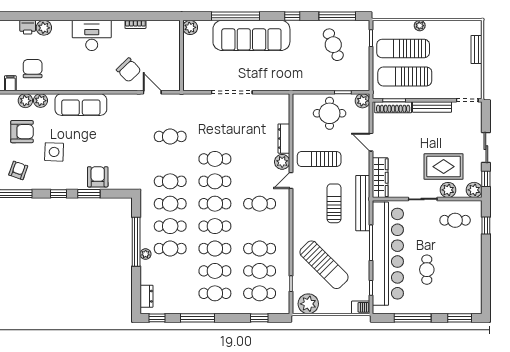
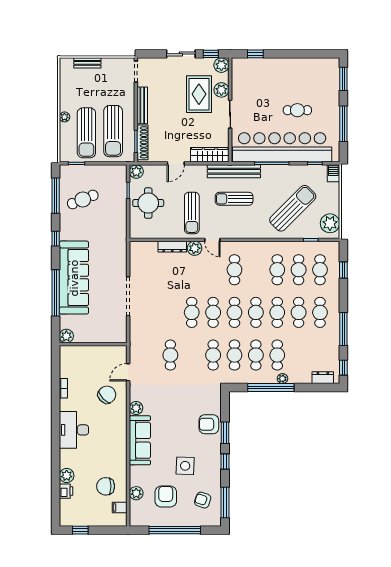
plant: (41, 101) -> (136, 408), moved
cafe table: (455, 220) -> (250, 83), removed

